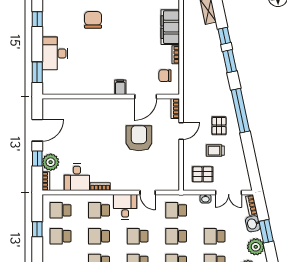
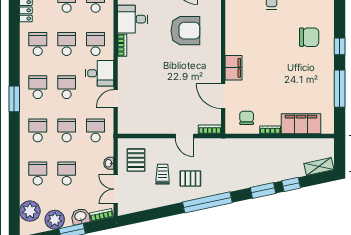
filing cabinet: (120, 87) -> (234, 68), width x2.00
armchair: (139, 138) -> (185, 31), moved

